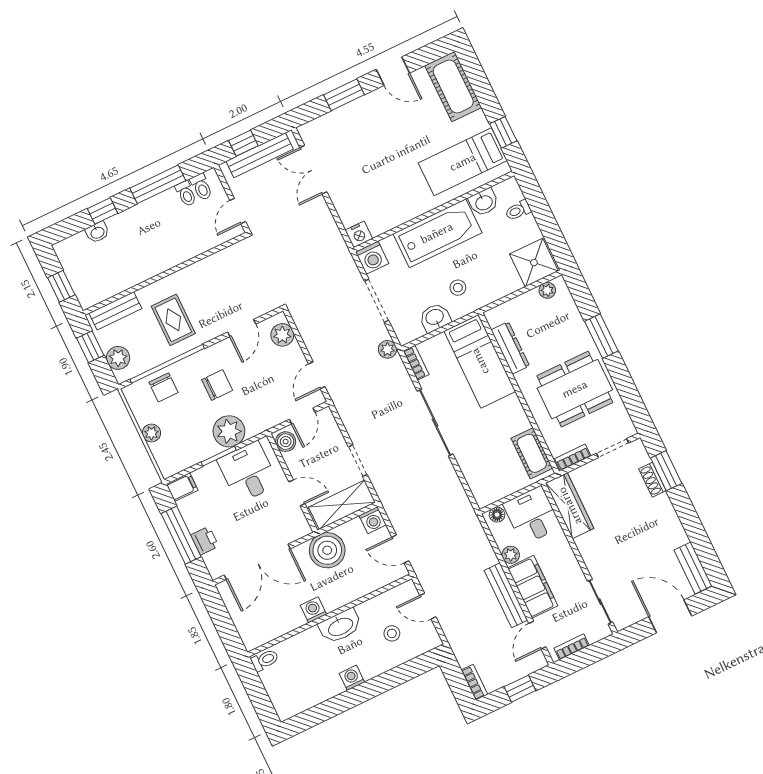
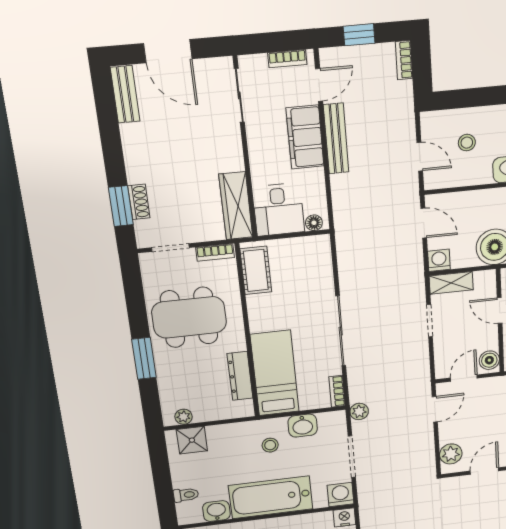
shower: (534, 263) -> (192, 440), width x0.73, depth x0.73
shelving: (342, 505) -> (451, 283), width x0.67, depth x0.75
plant: (511, 555) -> (315, 178), removed

